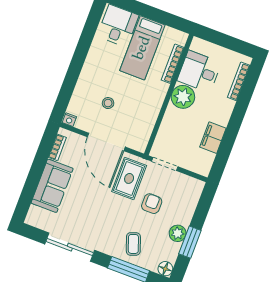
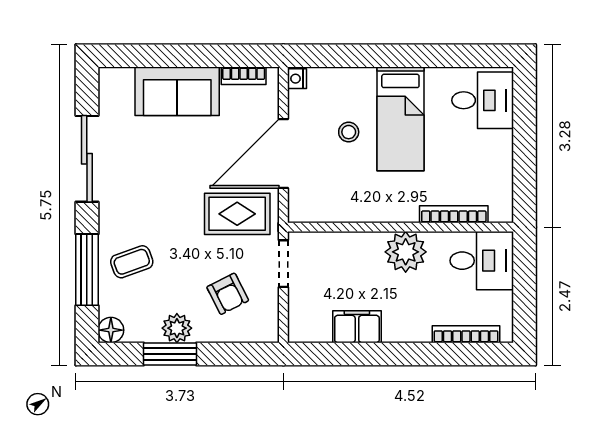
bed: (142, 48) -> (400, 119), moved, turned -90
desk: (199, 72) -> (482, 261), moved, turned 90
armchair: (152, 204) -> (228, 294), moved, turned 63

